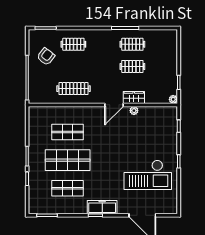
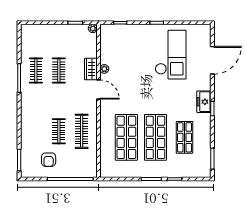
clothes rail: (73, 44) -> (59, 131), moved
armchair: (46, 57) -> (49, 160), turned -128
shop shelf: (68, 132) -> (126, 137), width x1.43, depth x1.36
freezer: (102, 207) -> (204, 102), width x0.71

